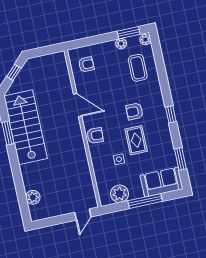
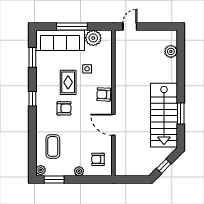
plant: (121, 44) -> (79, 171), moved
sofa: (162, 182) -> (60, 40), width x1.36

